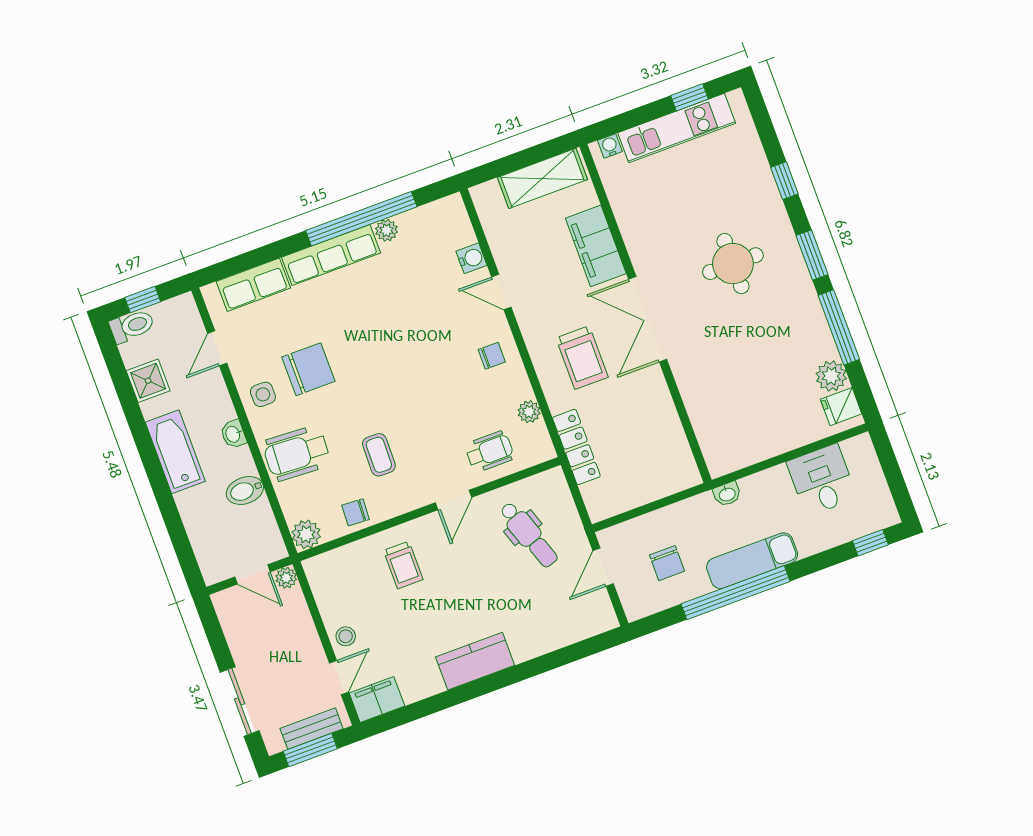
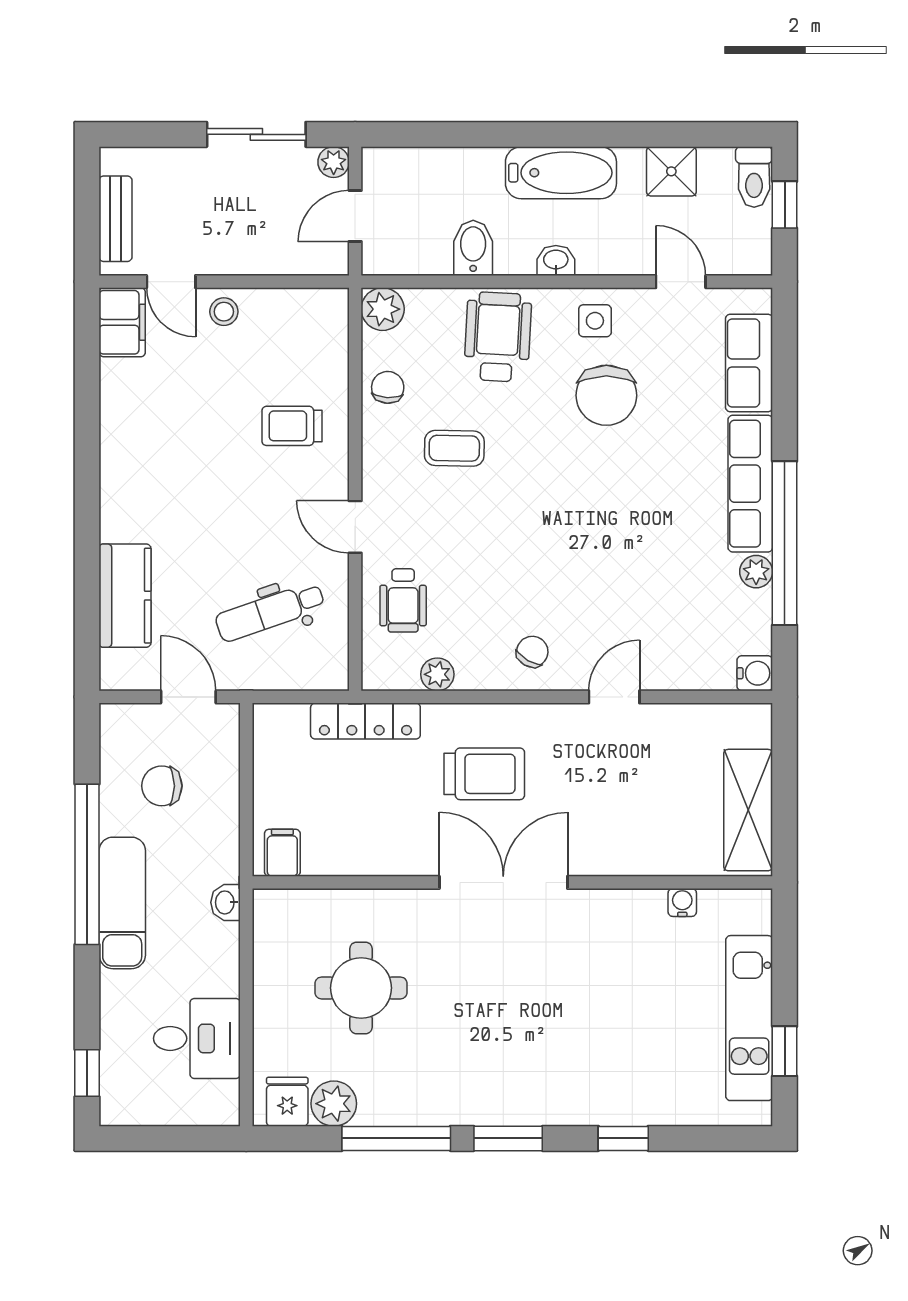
water cooler: (610, 146) -> (682, 902), moved, turned -90
filing cabinet: (596, 246) -> (282, 853), moved, width x0.33, depth x0.86
water cooler: (471, 258) -> (755, 673), moved, turned -90
round table: (733, 264) -> (361, 988), moved
chair: (492, 356) -> (532, 652), turned -150
trolley: (582, 358) -> (484, 774), turned 180
plant: (286, 578) -> (334, 162), moved
kitchen counter: (475, 661) -> (125, 596), moved
sliding door: (240, 701) -> (256, 134), moved
window: (310, 750) -> (87, 206), removed

